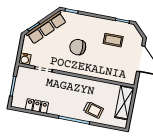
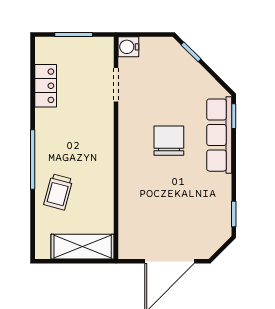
row of seats: (46, 28) -> (219, 135), moved, turned 45
coffee table: (113, 40) -> (195, 204), removed

